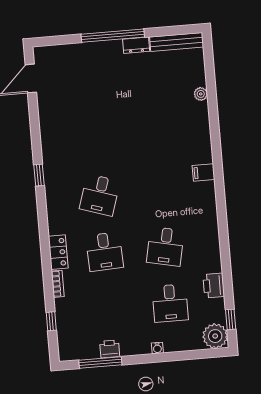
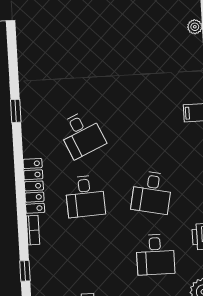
desk: (100, 195) -> (82, 134), turned -42
locker: (58, 252) -> (34, 186), width x1.53

